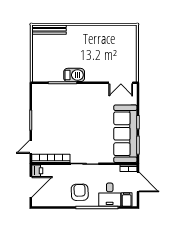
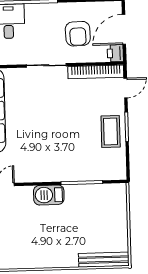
barbecue: (74, 75) -> (49, 195), moved
coffee table: (42, 117) -> (111, 132), added
armchair: (80, 192) -> (78, 34), moved

